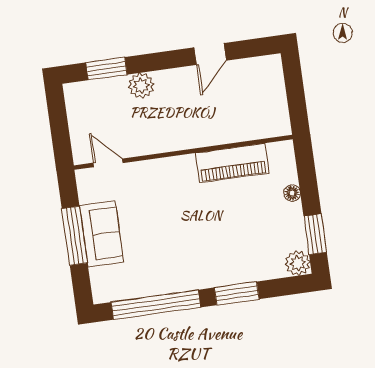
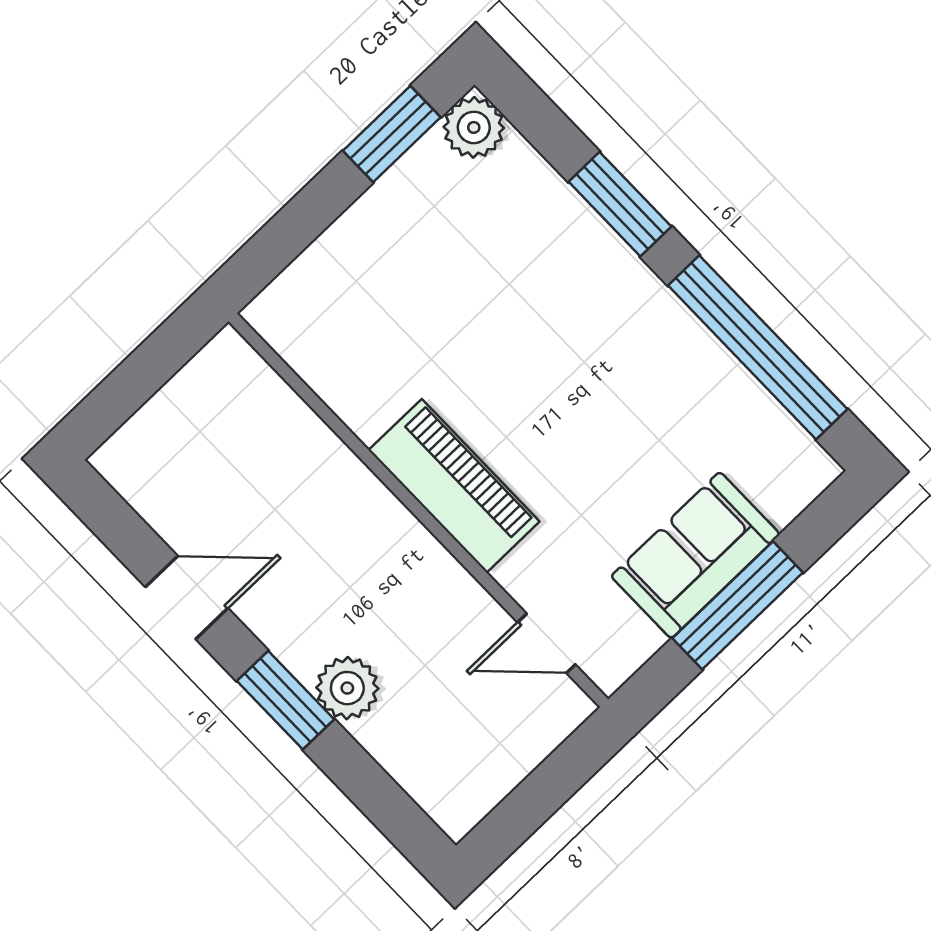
window: (106, 69) -> (285, 700), moved
door: (108, 163) -> (547, 643), hinge flipped
piano: (232, 163) -> (454, 486), moved
floor lamp: (292, 193) -> (344, 238), removed

